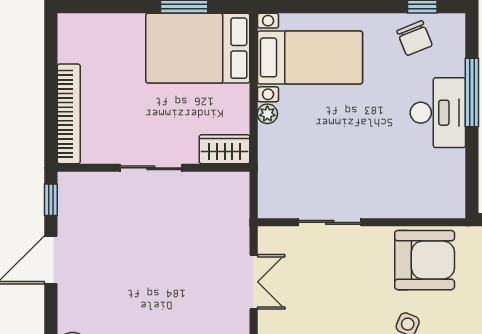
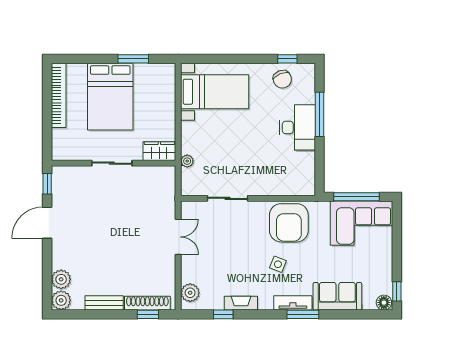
bed: (198, 48) -> (110, 97), moved, turned -90
bookcase: (69, 114) -> (59, 95), moved
plant: (267, 114) -> (187, 161), moved
armchair: (425, 260) -> (289, 223), turned 90

